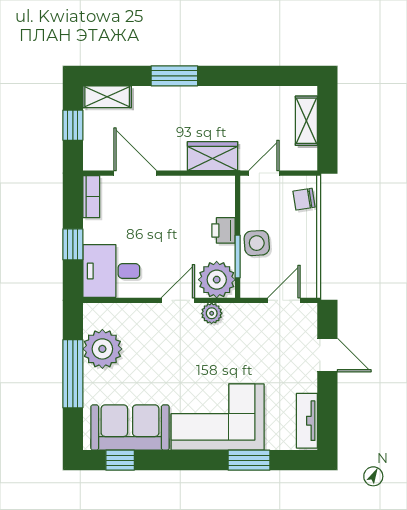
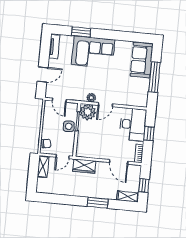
shelving: (306, 121) -> (43, 167), moved
printer: (223, 230) -> (83, 133), removed
desk: (111, 271) -> (133, 125), width x1.37
door: (284, 300) -> (59, 100), hinge flipped
plant: (102, 349) -> (140, 87), removed
door: (327, 355) -> (43, 75), swing flipped
sofa: (130, 427) -> (142, 60), moved, turned 90
window: (120, 460) -> (137, 37), removed

